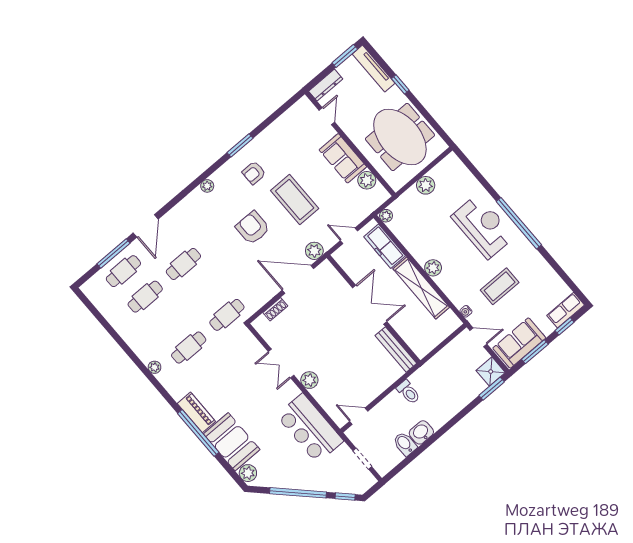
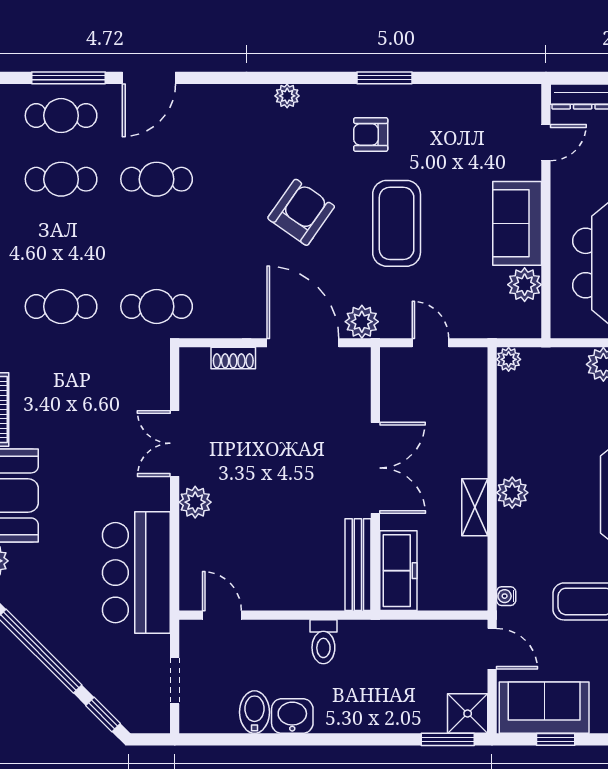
armchair: (253, 228) -> (301, 212), turned 35
freezer: (385, 246) -> (398, 571), moved, turned 180
shelving: (421, 288) -> (475, 507), width x0.45, depth x0.75
window: (535, 352) -> (556, 739), width x0.67

